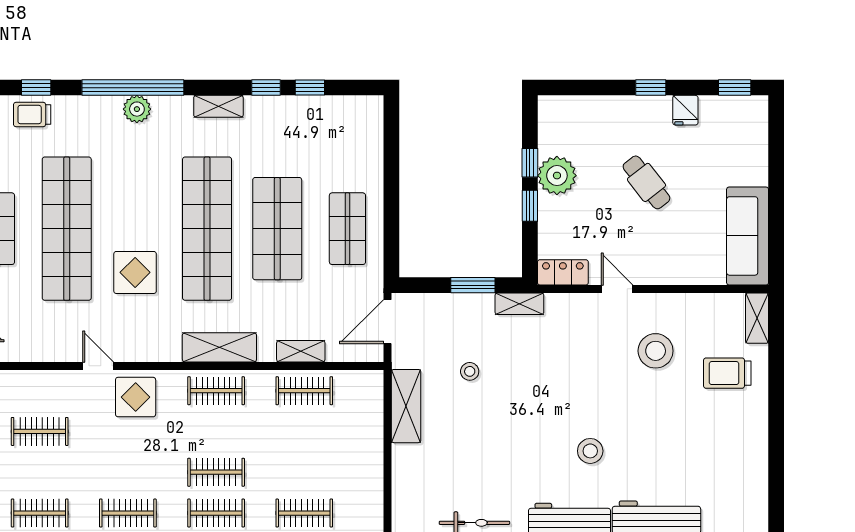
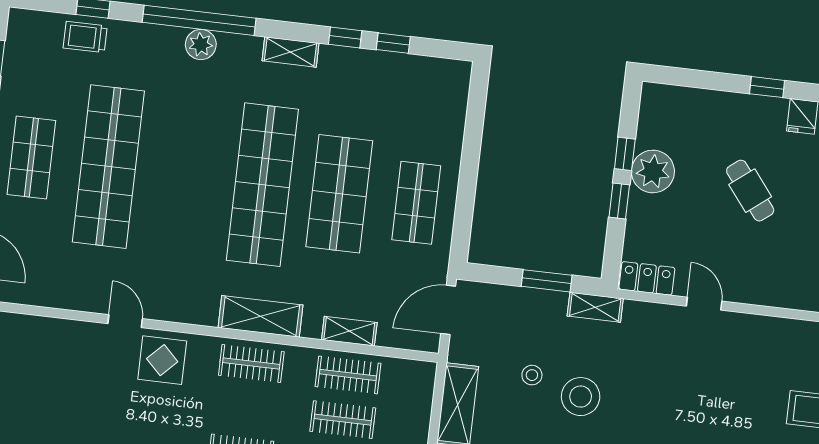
display table: (135, 272) -> (178, 223), removed
stool: (656, 351) -> (581, 397), moved
clothes rail: (40, 431) -> (343, 420), moved

